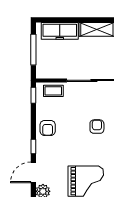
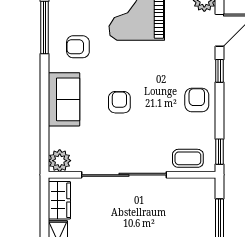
armchair: (97, 127) -> (119, 102), turned 180

